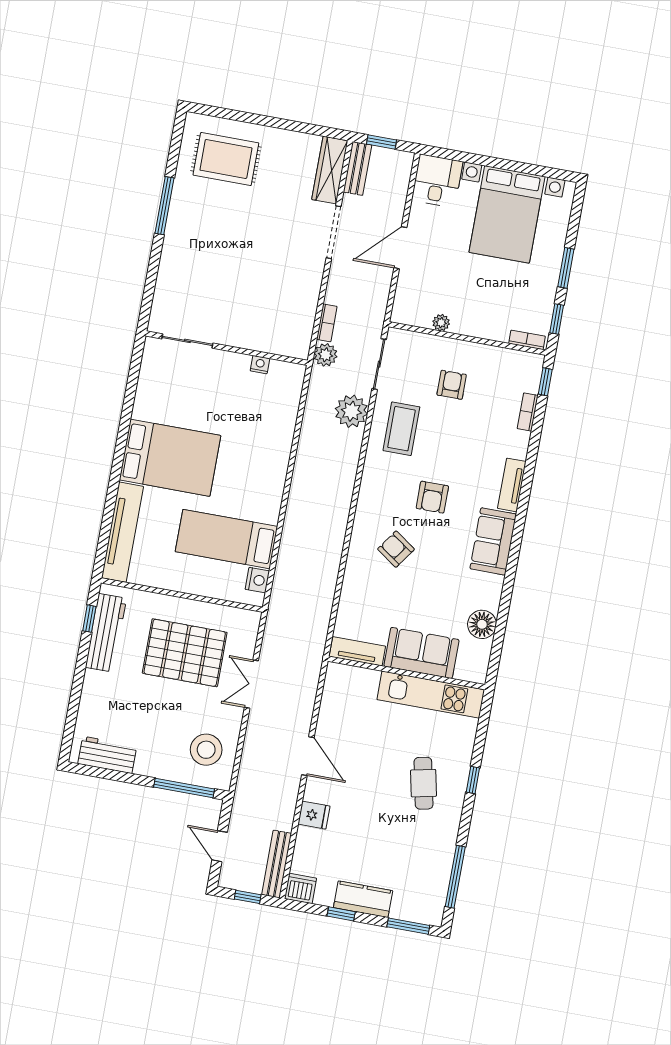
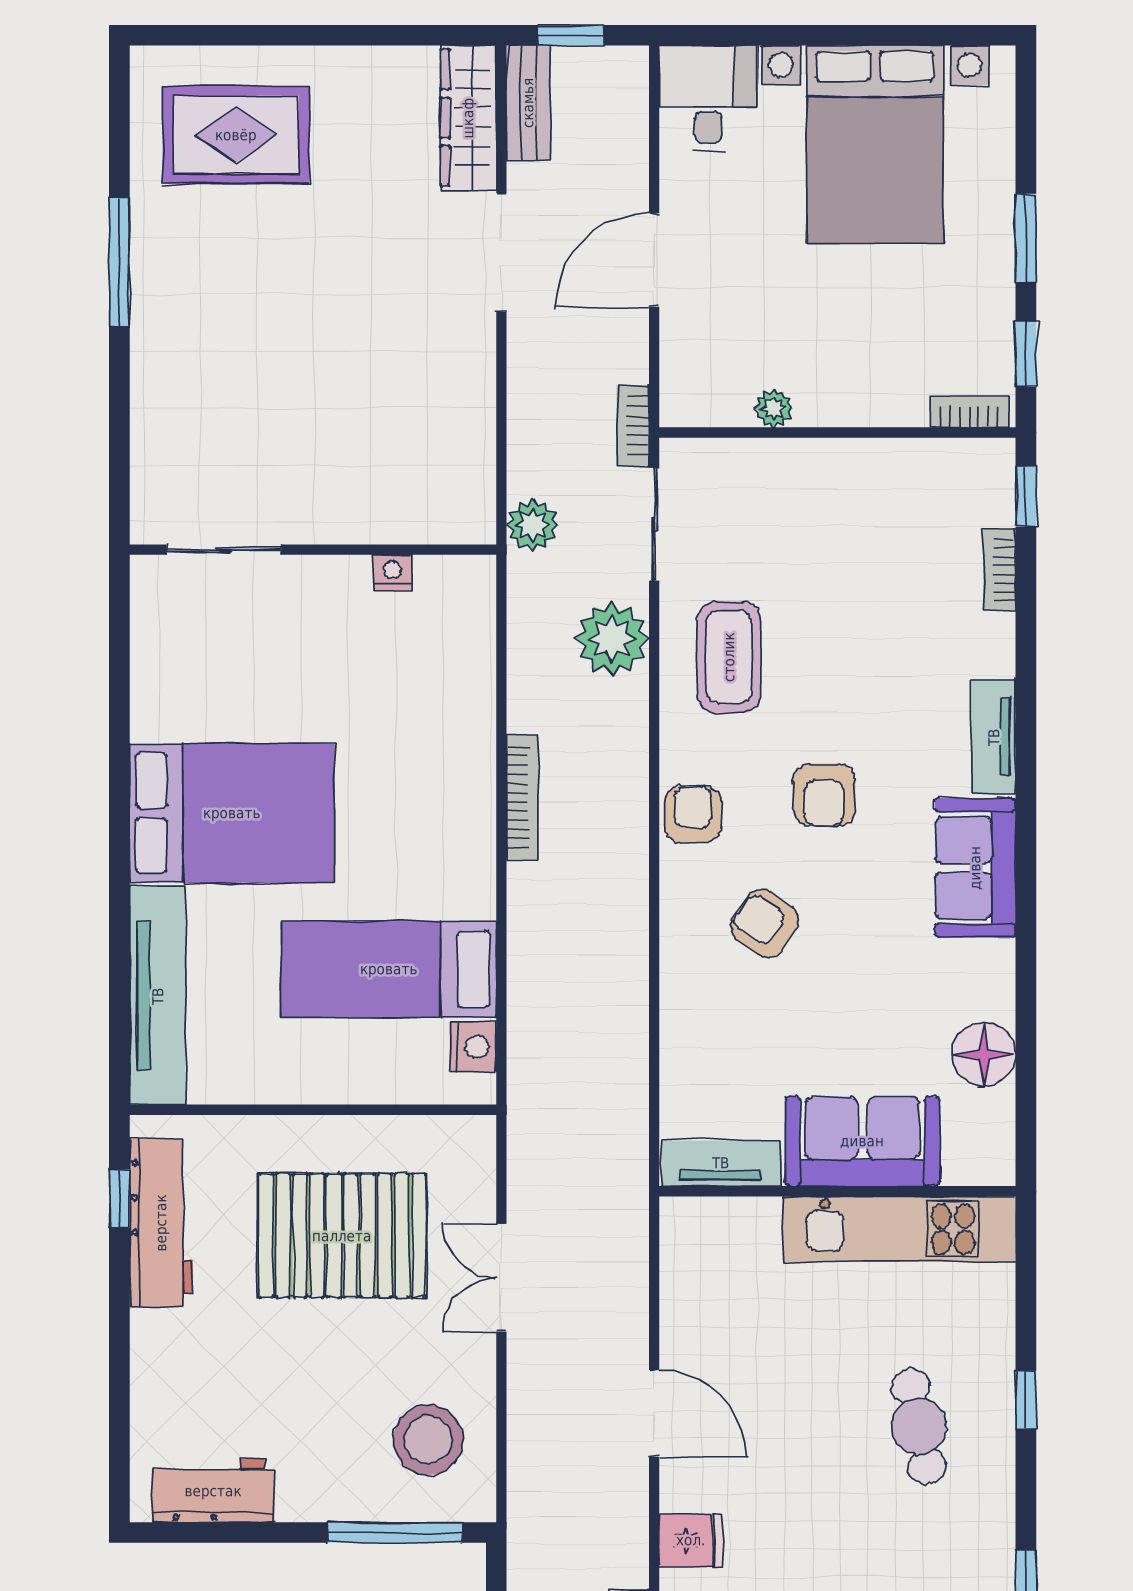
bookcase: (327, 323) -> (633, 426), moved, turned 180
armchair: (452, 385) -> (693, 814), moved
bookcase: (299, 474) -> (522, 797), added

